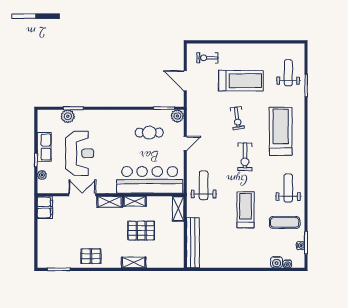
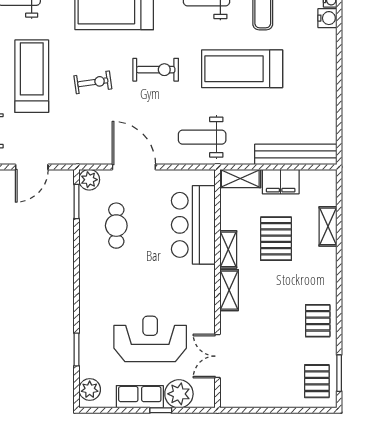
plant: (68, 116) -> (90, 389), moved
door: (185, 143) -> (134, 167), width x1.88
plant: (42, 175) -> (179, 394), width x1.88, depth x1.88
bar counter: (150, 180) -> (193, 225), width x0.73
double door: (82, 195) -> (217, 356), moved
filing cabinet: (45, 207) -> (281, 182), moved, turned 180
treadmill: (245, 210) -> (242, 69), width x1.37, depth x1.38
pallet: (54, 256) -> (317, 381), added
shelving: (134, 262) -> (328, 226), moved

